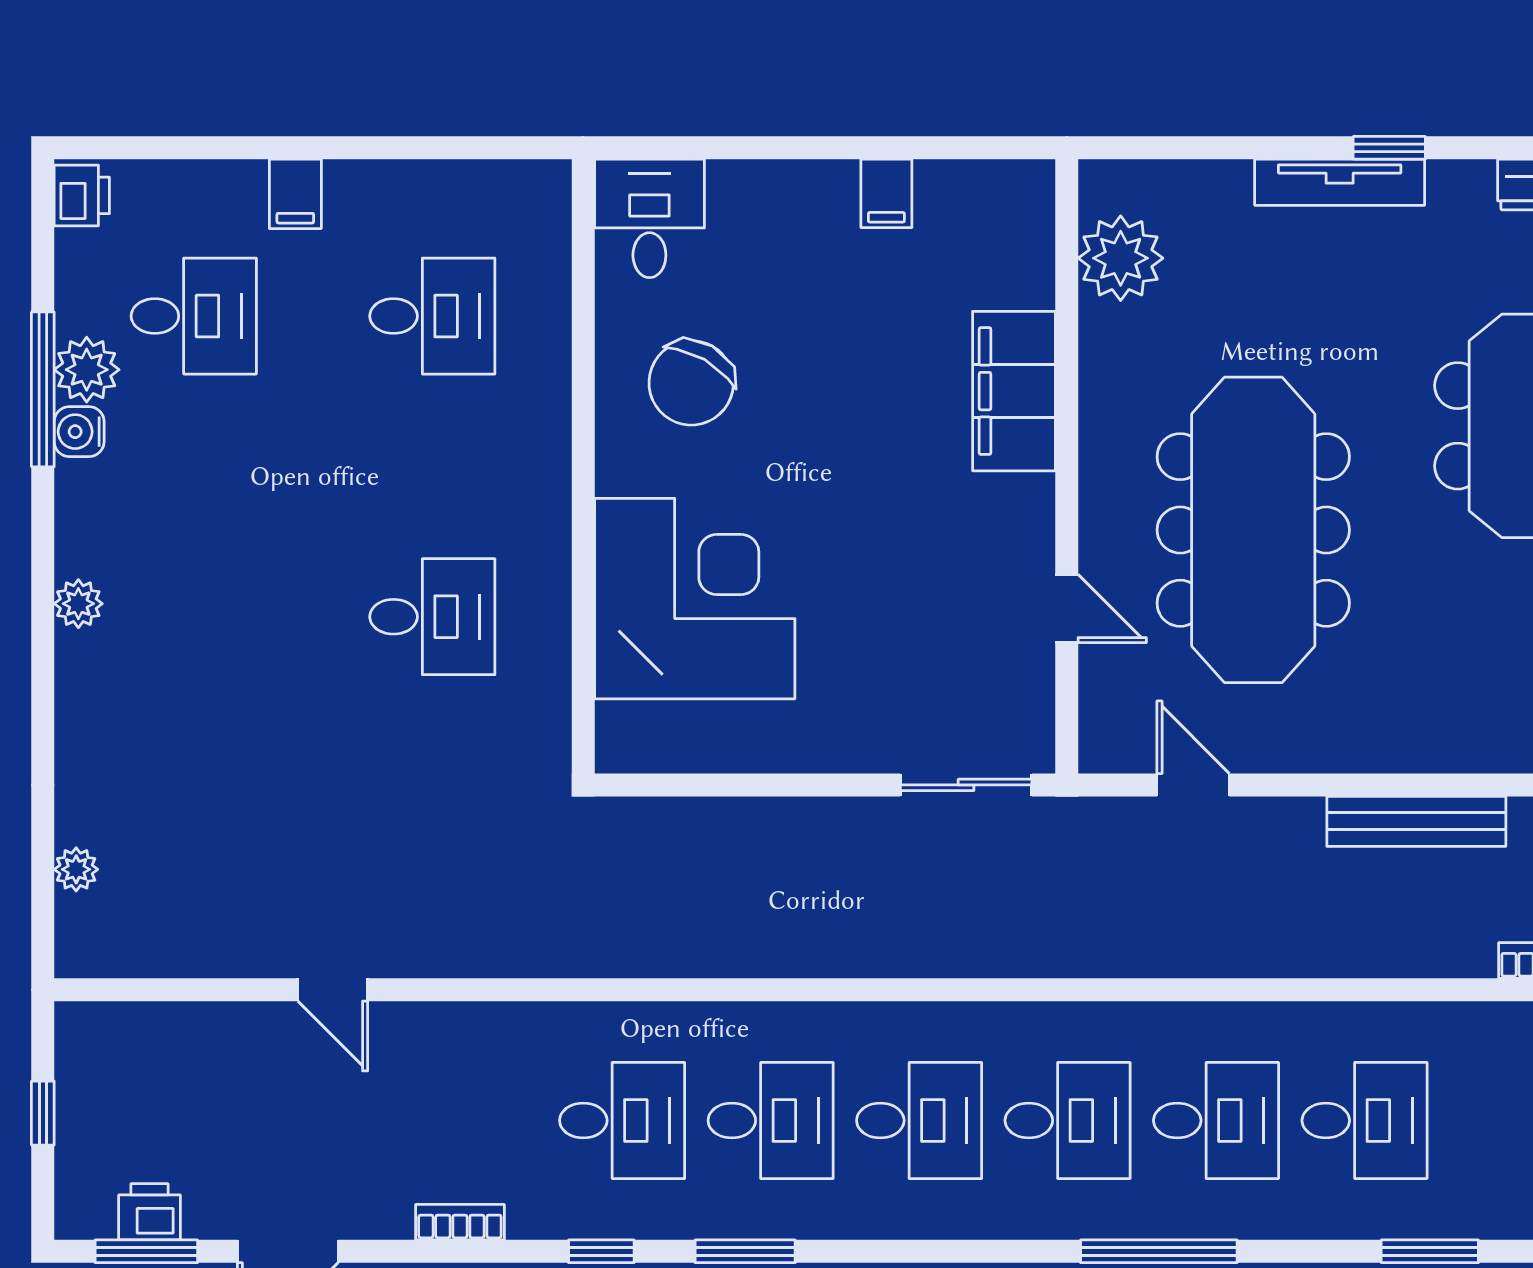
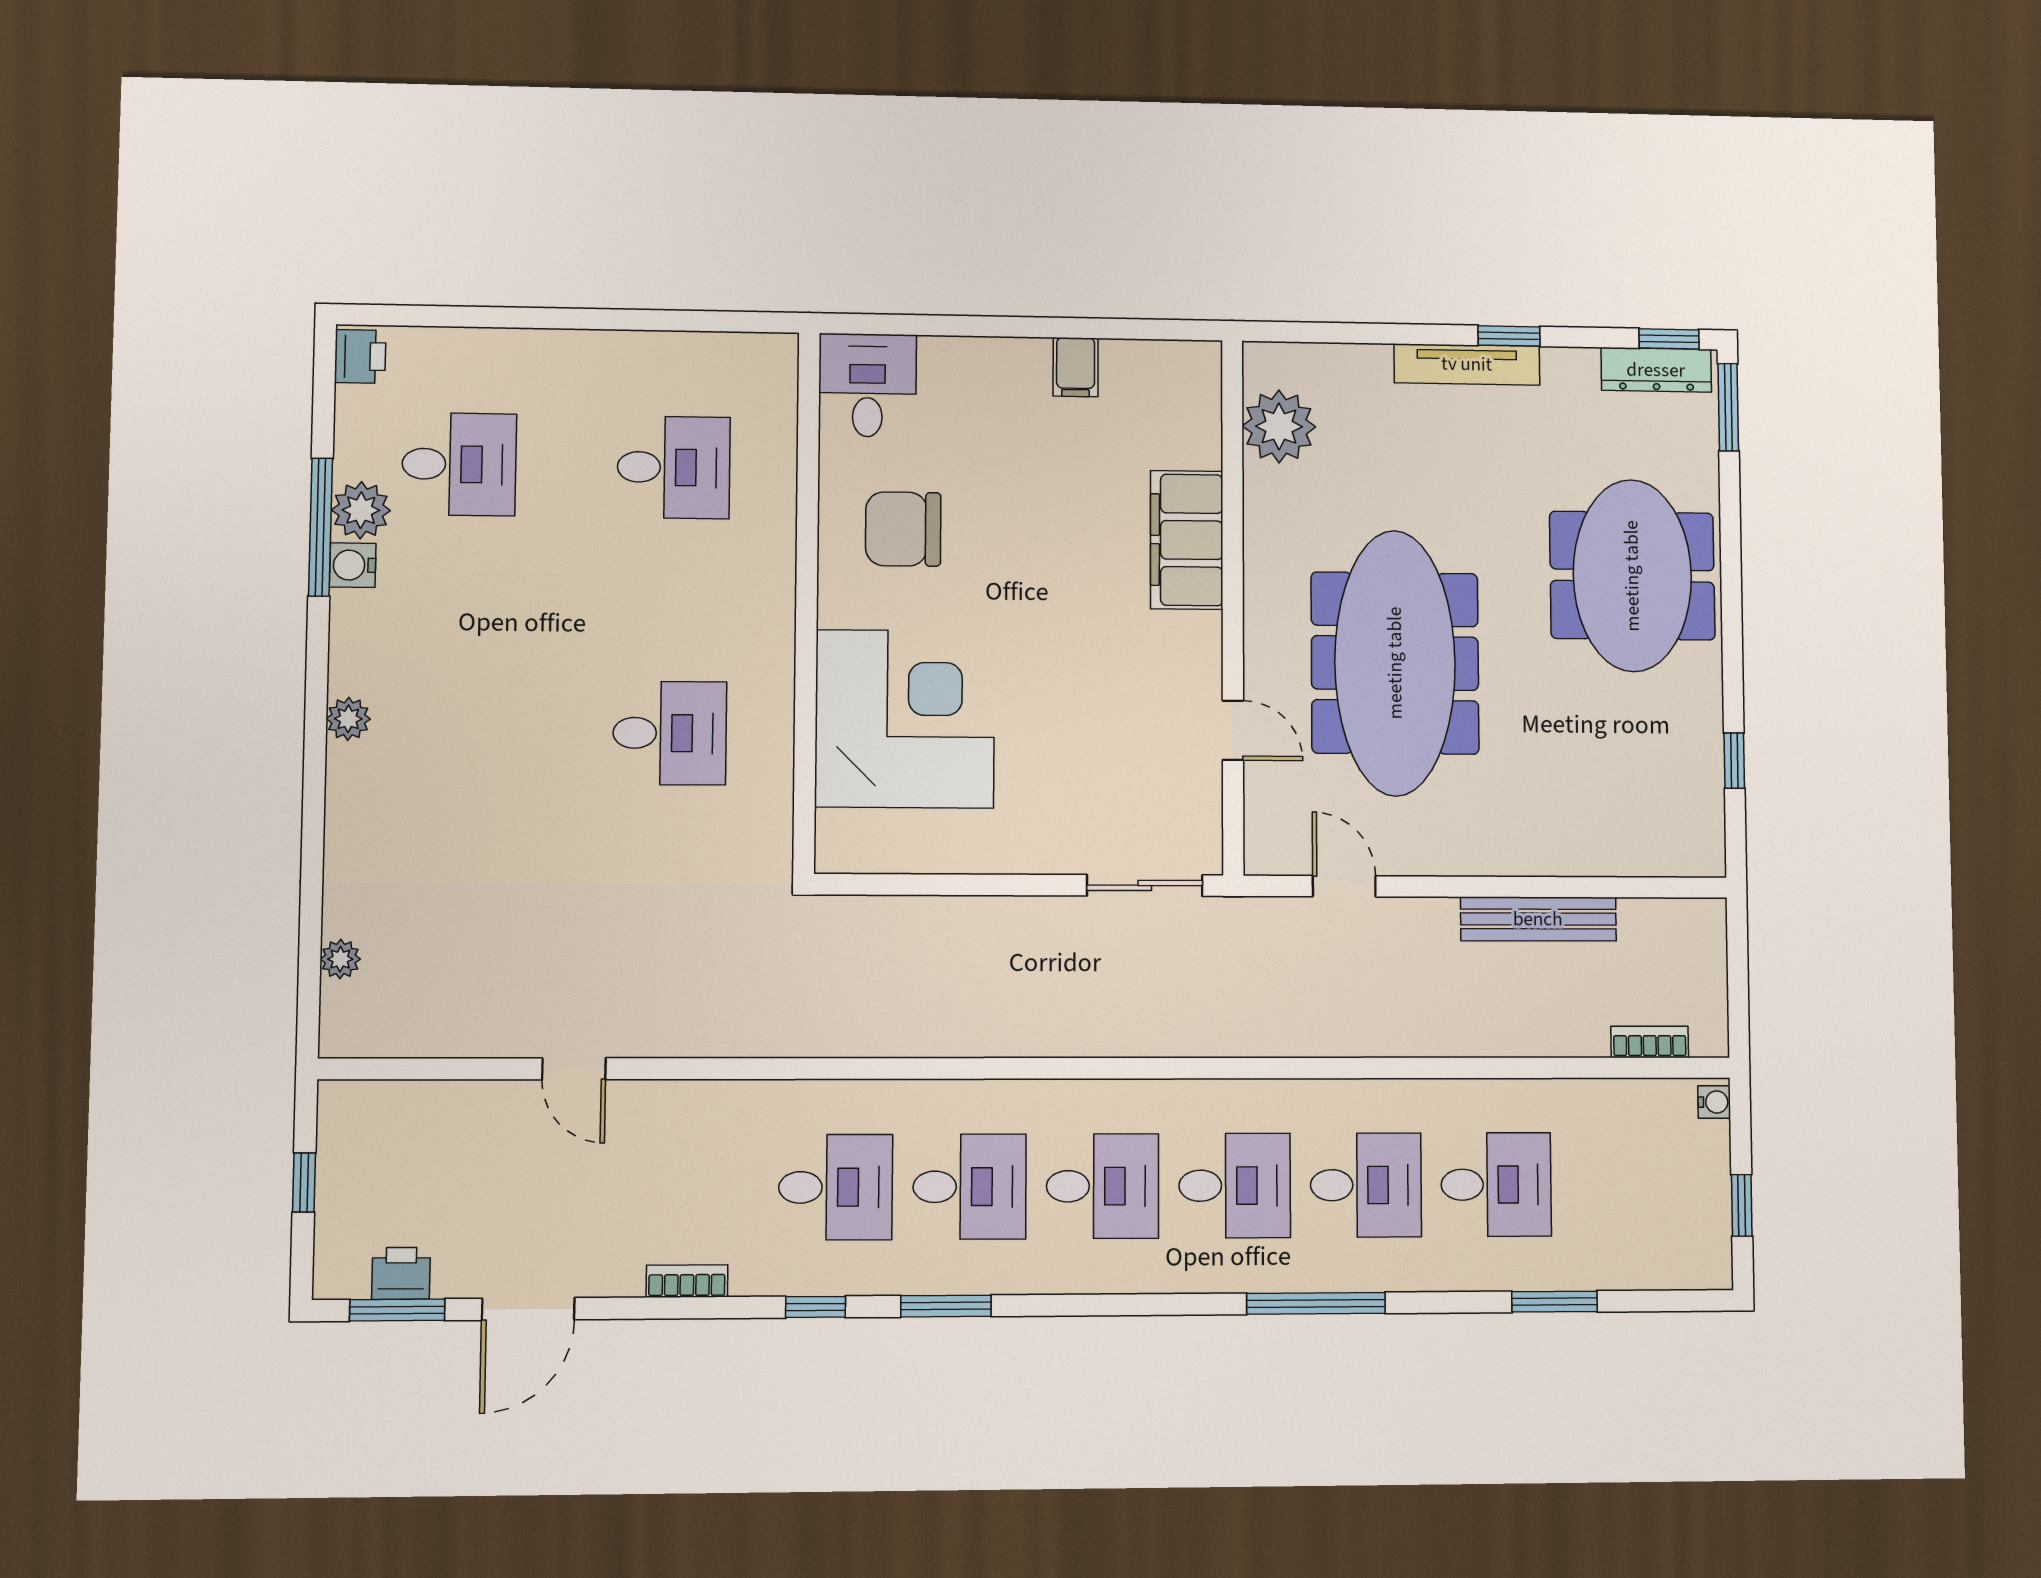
filing cabinet: (295, 194) -> (553, 358), removed
chair: (691, 383) -> (903, 529), turned 60

